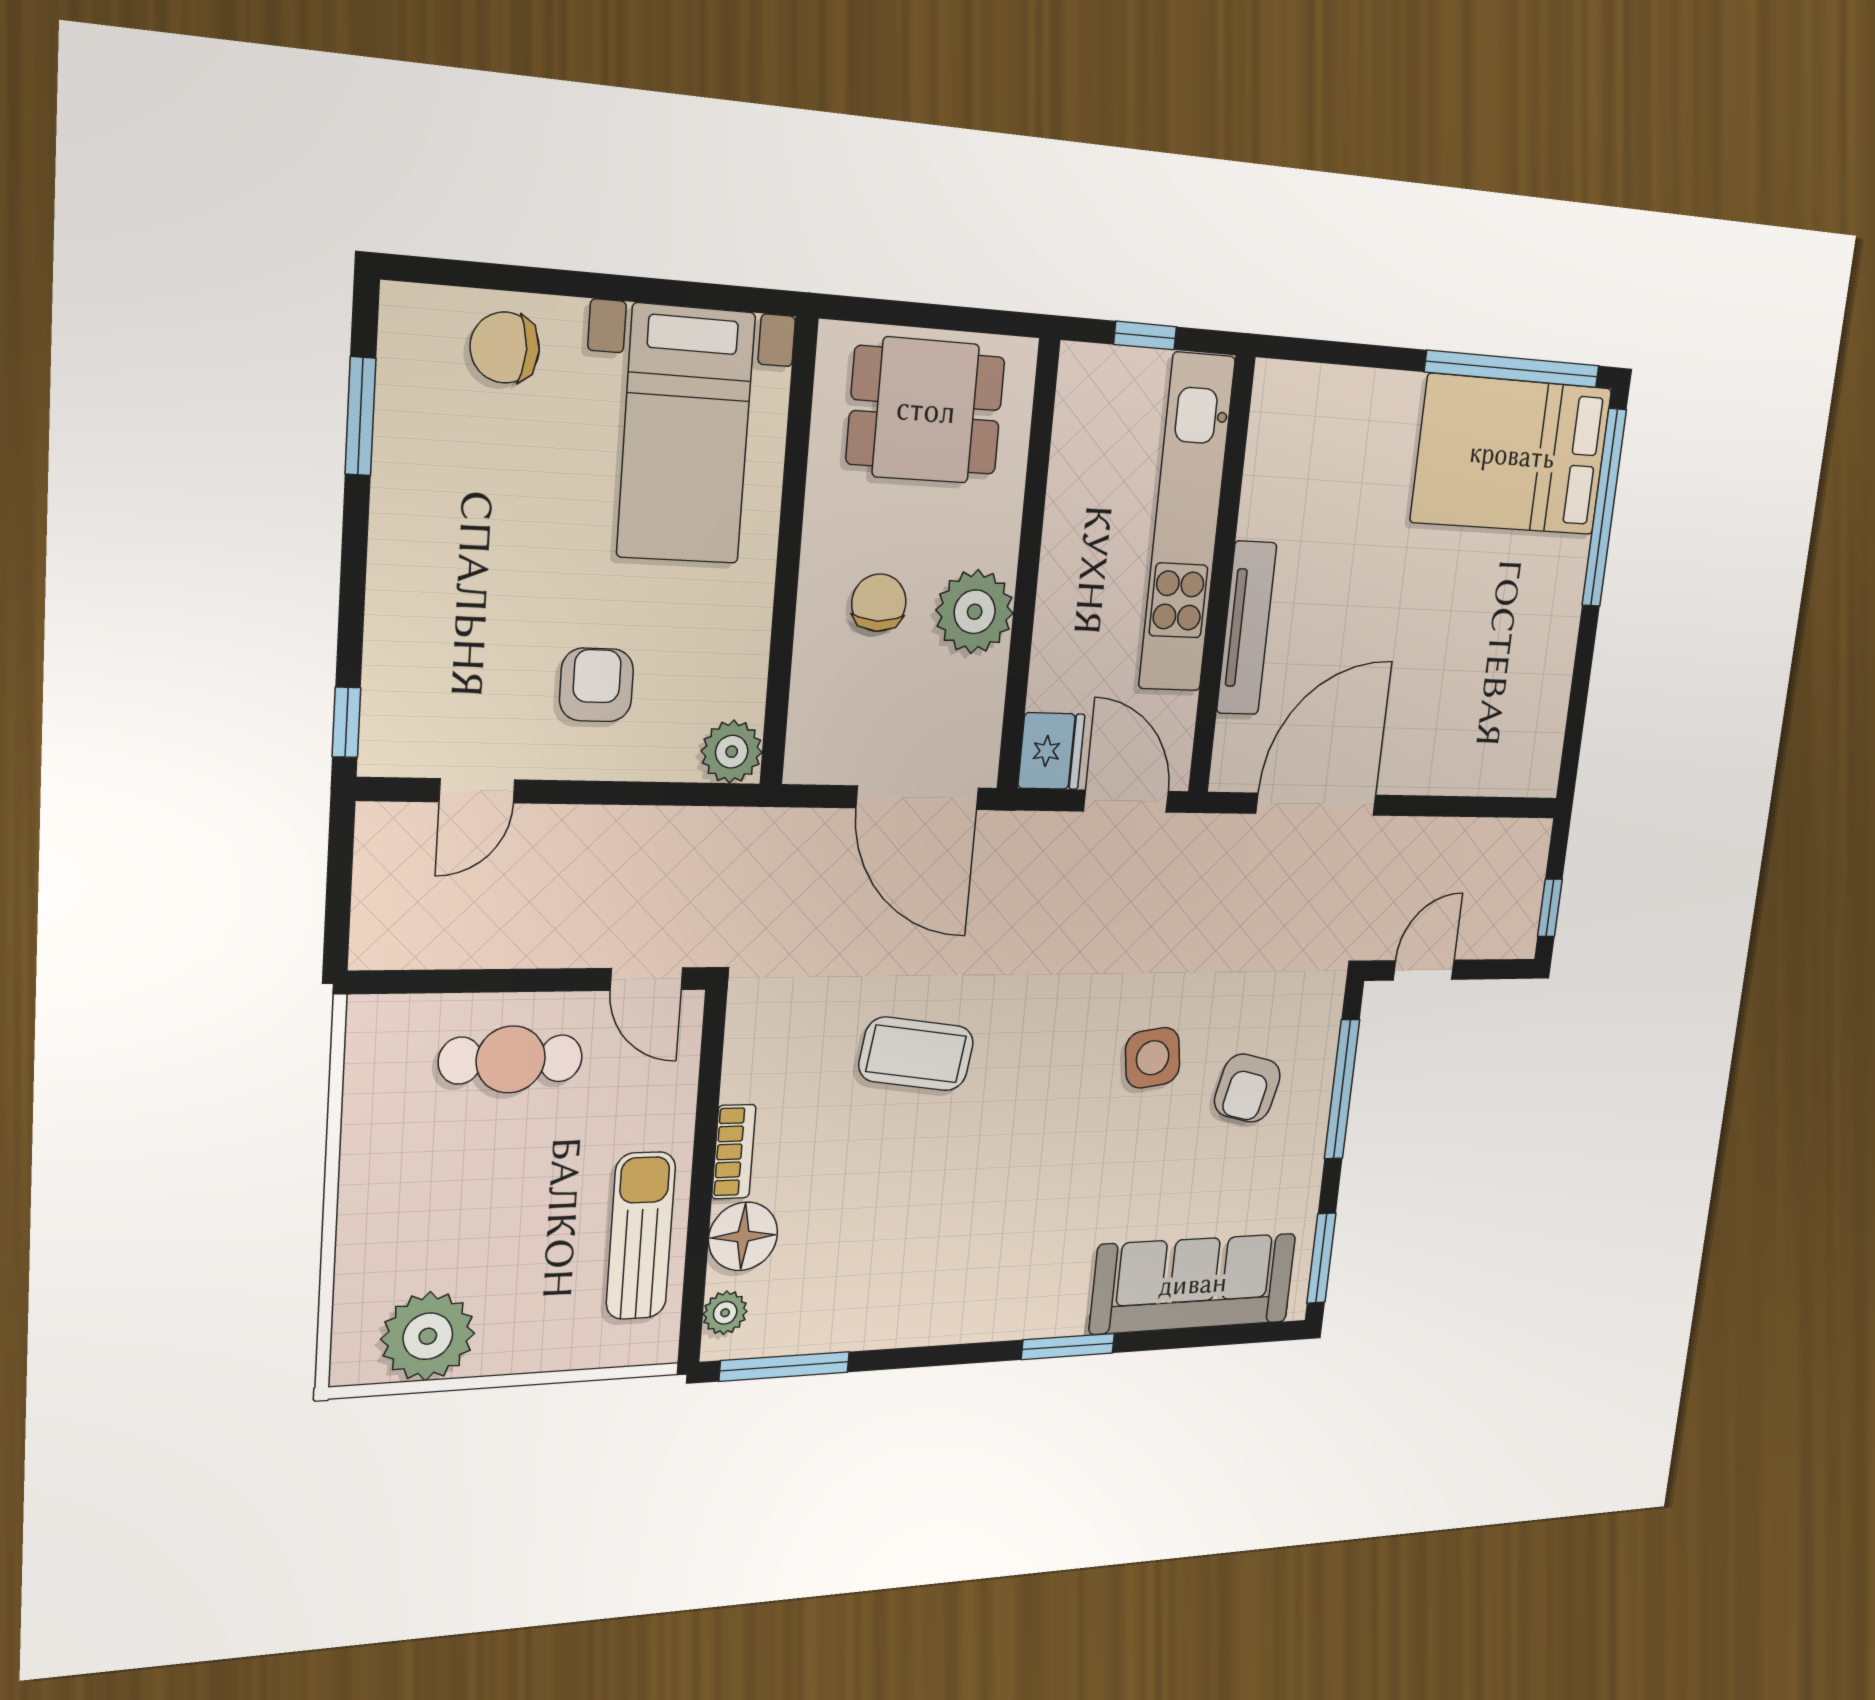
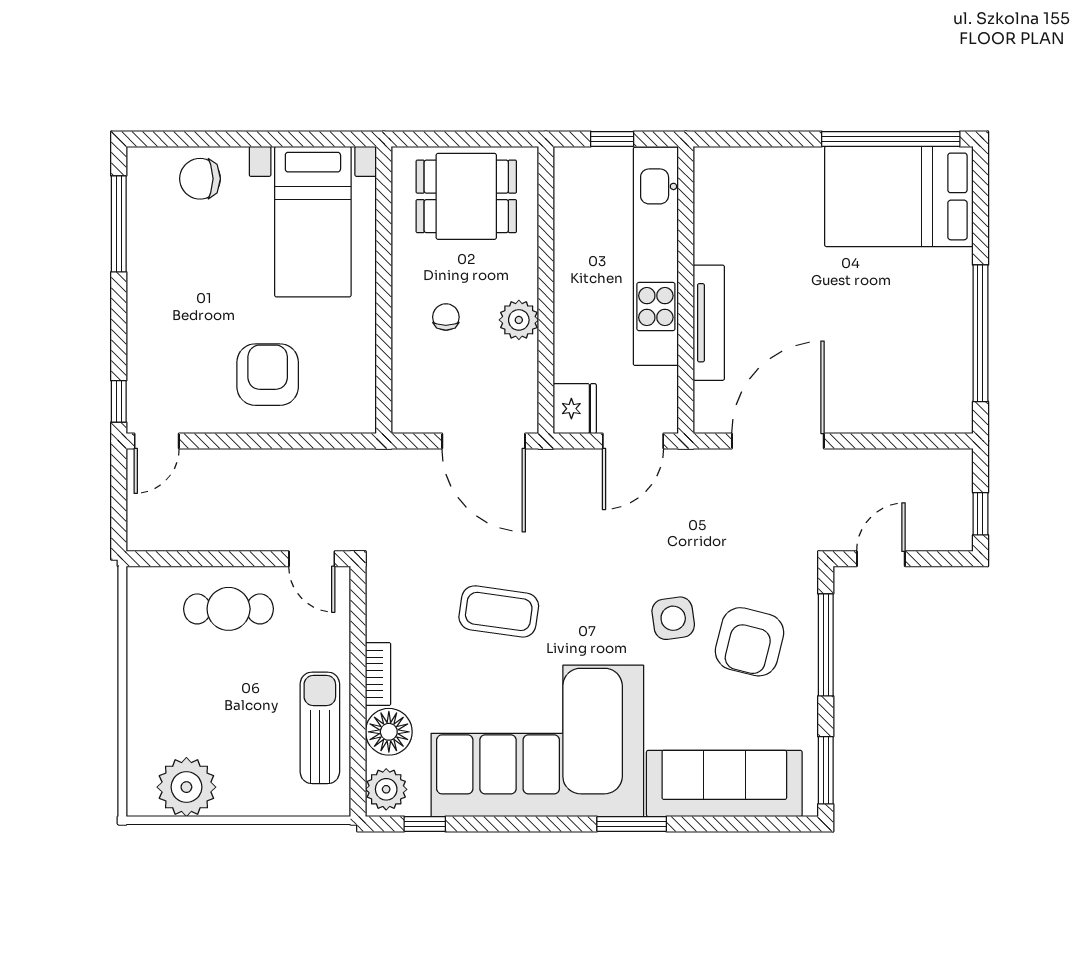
window: (361, 416) -> (119, 224), width x1.44
window: (1604, 508) -> (980, 333), moved
chair: (879, 603) -> (446, 317), width x0.73, depth x0.73
plant: (975, 612) -> (519, 320), width x0.73, depth x0.73
armchair: (596, 685) -> (268, 375), width x1.38, depth x1.38
plant: (732, 752) -> (357, 414), removed
door: (477, 791) -> (157, 441), moved
door: (1126, 801) -> (633, 441), swing flipped
armchair: (1247, 1088) -> (750, 642), width x1.38, depth x1.38
corner sofa: (953, 1239) -> (537, 741), added
plant: (725, 1313) -> (386, 789), width x1.38, depth x1.38
window: (785, 1366) -> (425, 824), width x0.46

